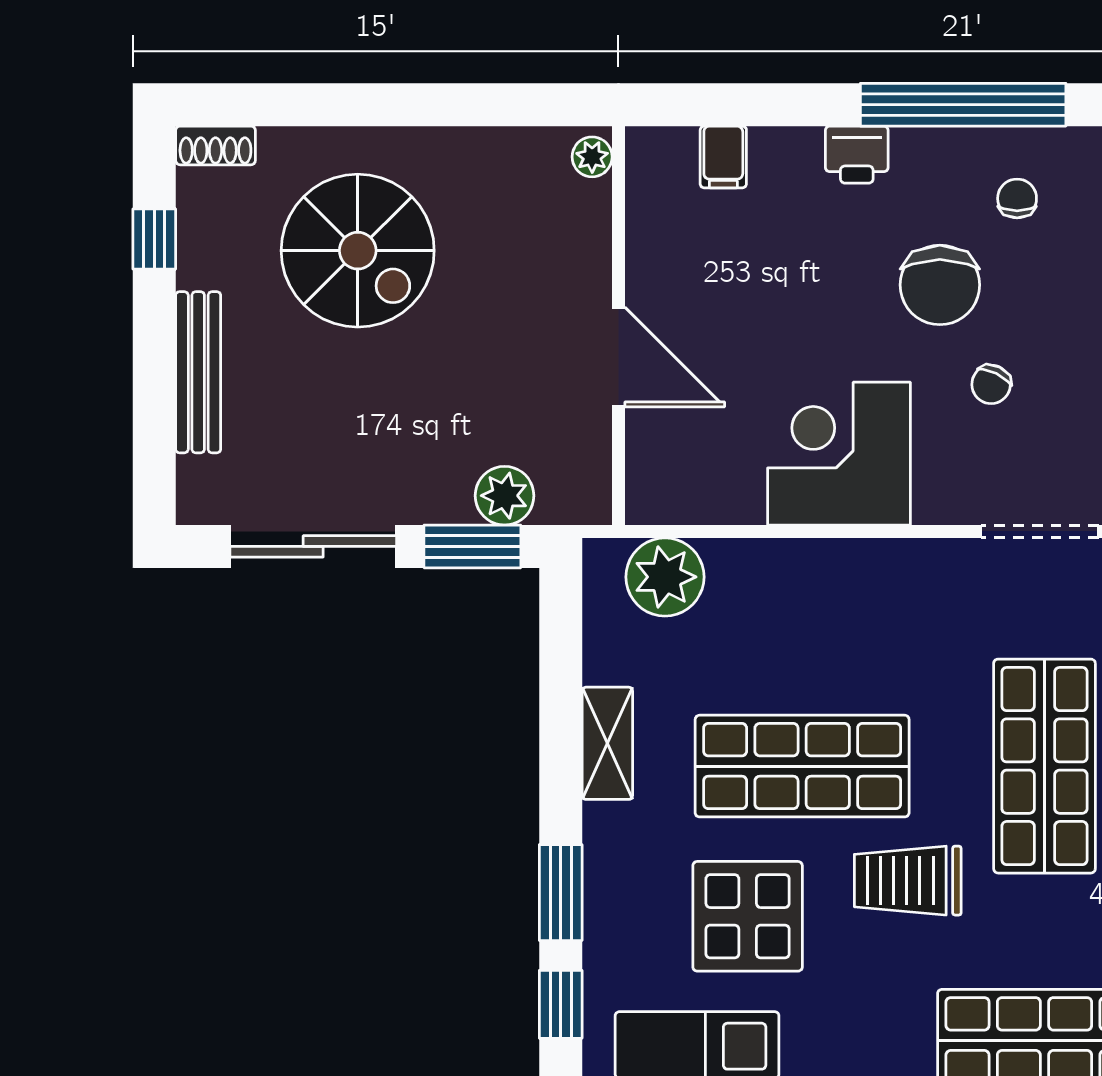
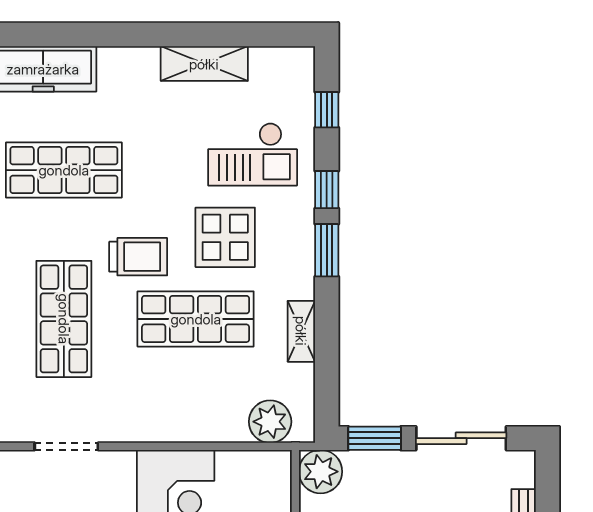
plant: (505, 496) -> (321, 472), moved, width x1.36, depth x1.36

